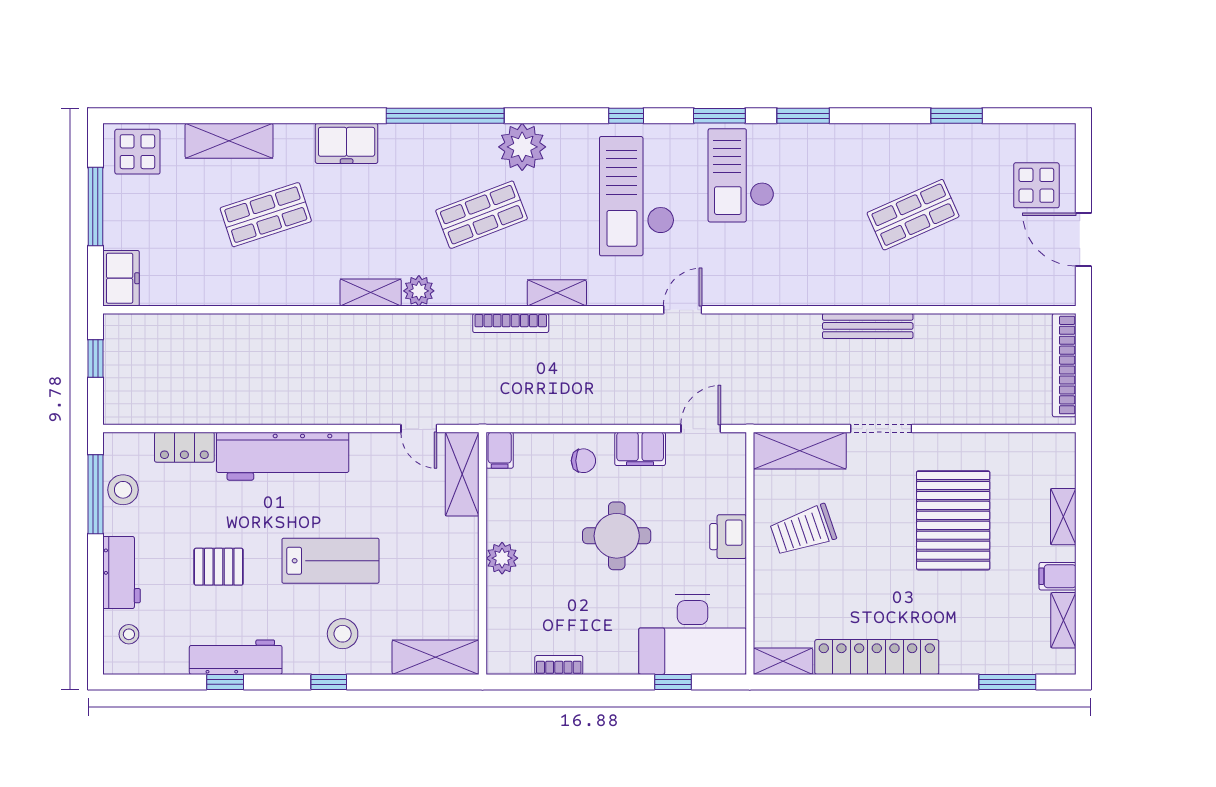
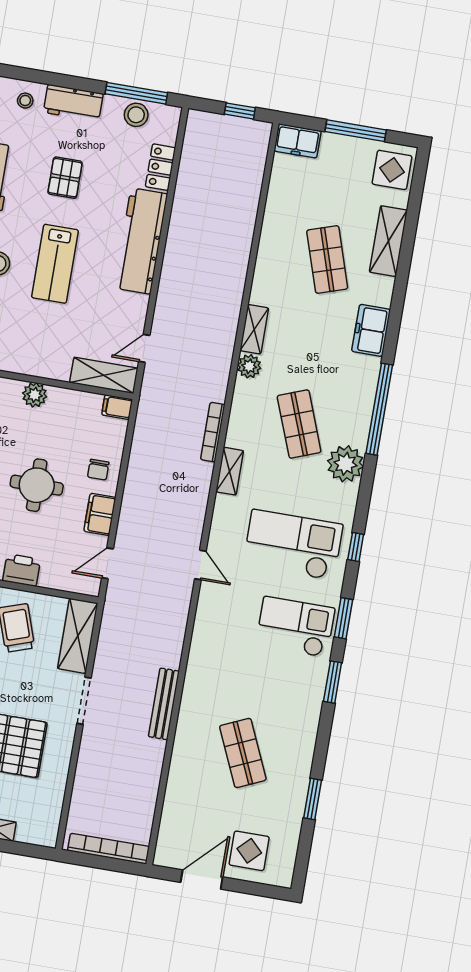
door: (701, 429) -> (107, 563), swing flipped

